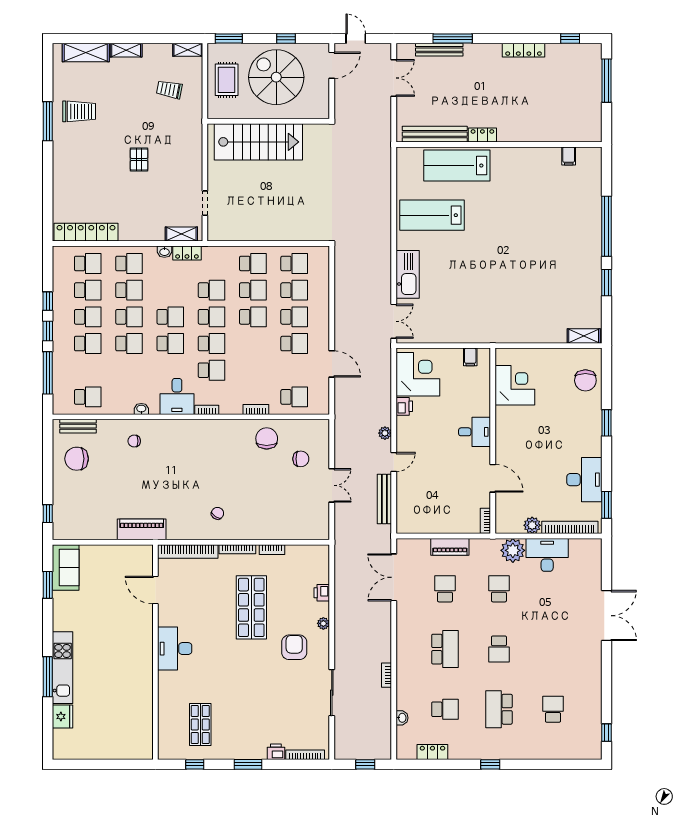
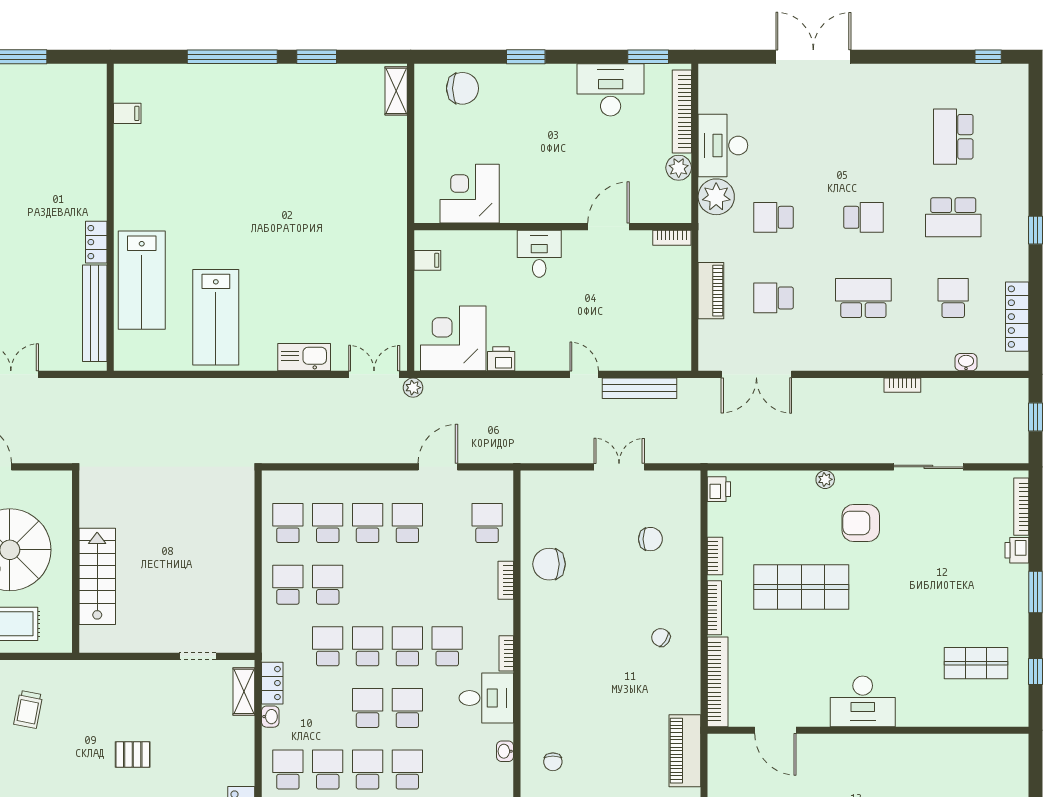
stairs: (258, 142) -> (97, 576), width x0.73, depth x0.66
kitchen sink: (408, 274) -> (304, 357), width x0.73, depth x0.81
school desk: (253, 317) -> (368, 585), removed
plant: (385, 433) -> (413, 388), moved
chair: (301, 459) -> (650, 539), moved, turned 90
door: (155, 590) -> (775, 730), hinge flipped
printer: (322, 593) -> (719, 489), moved, turned -90
school desk: (553, 709) -> (953, 137), width x1.85
locker: (432, 752) -> (1017, 317), width x1.53

